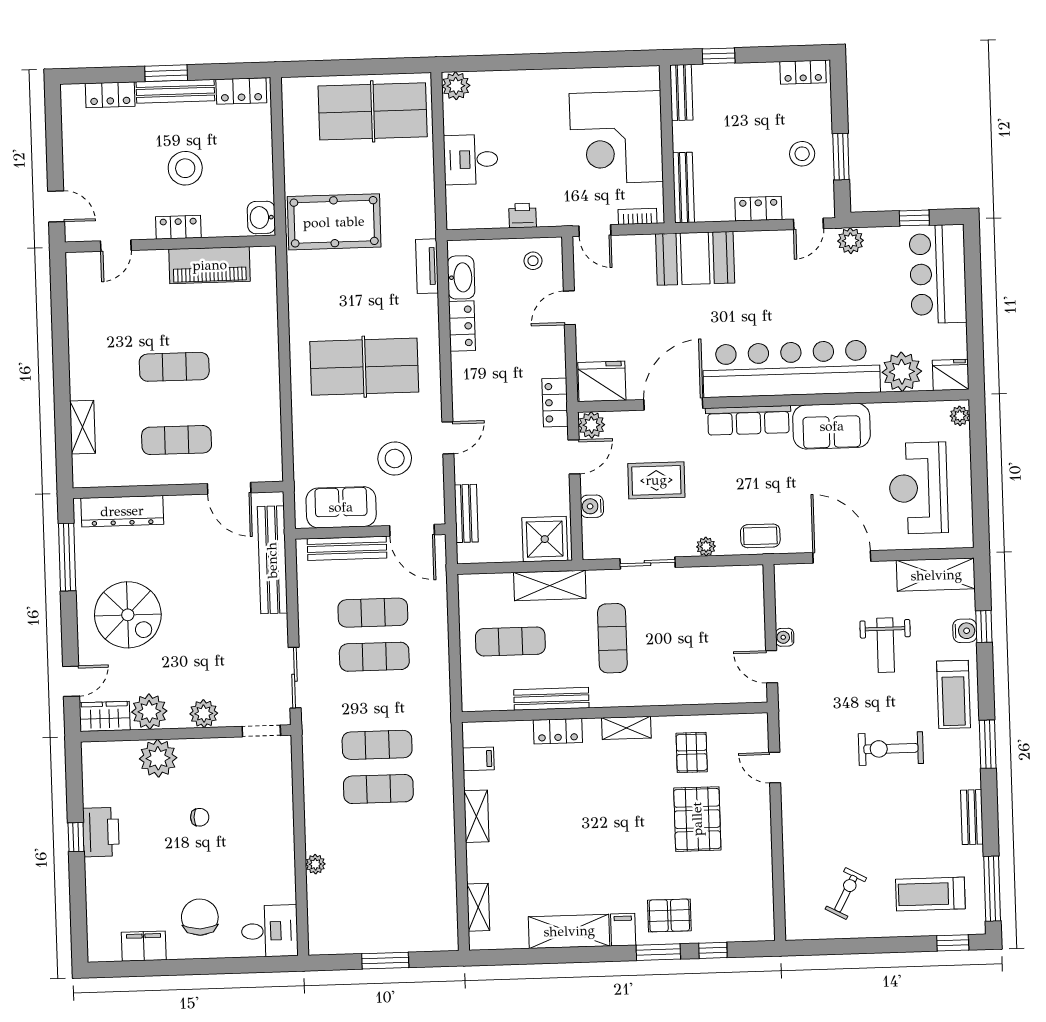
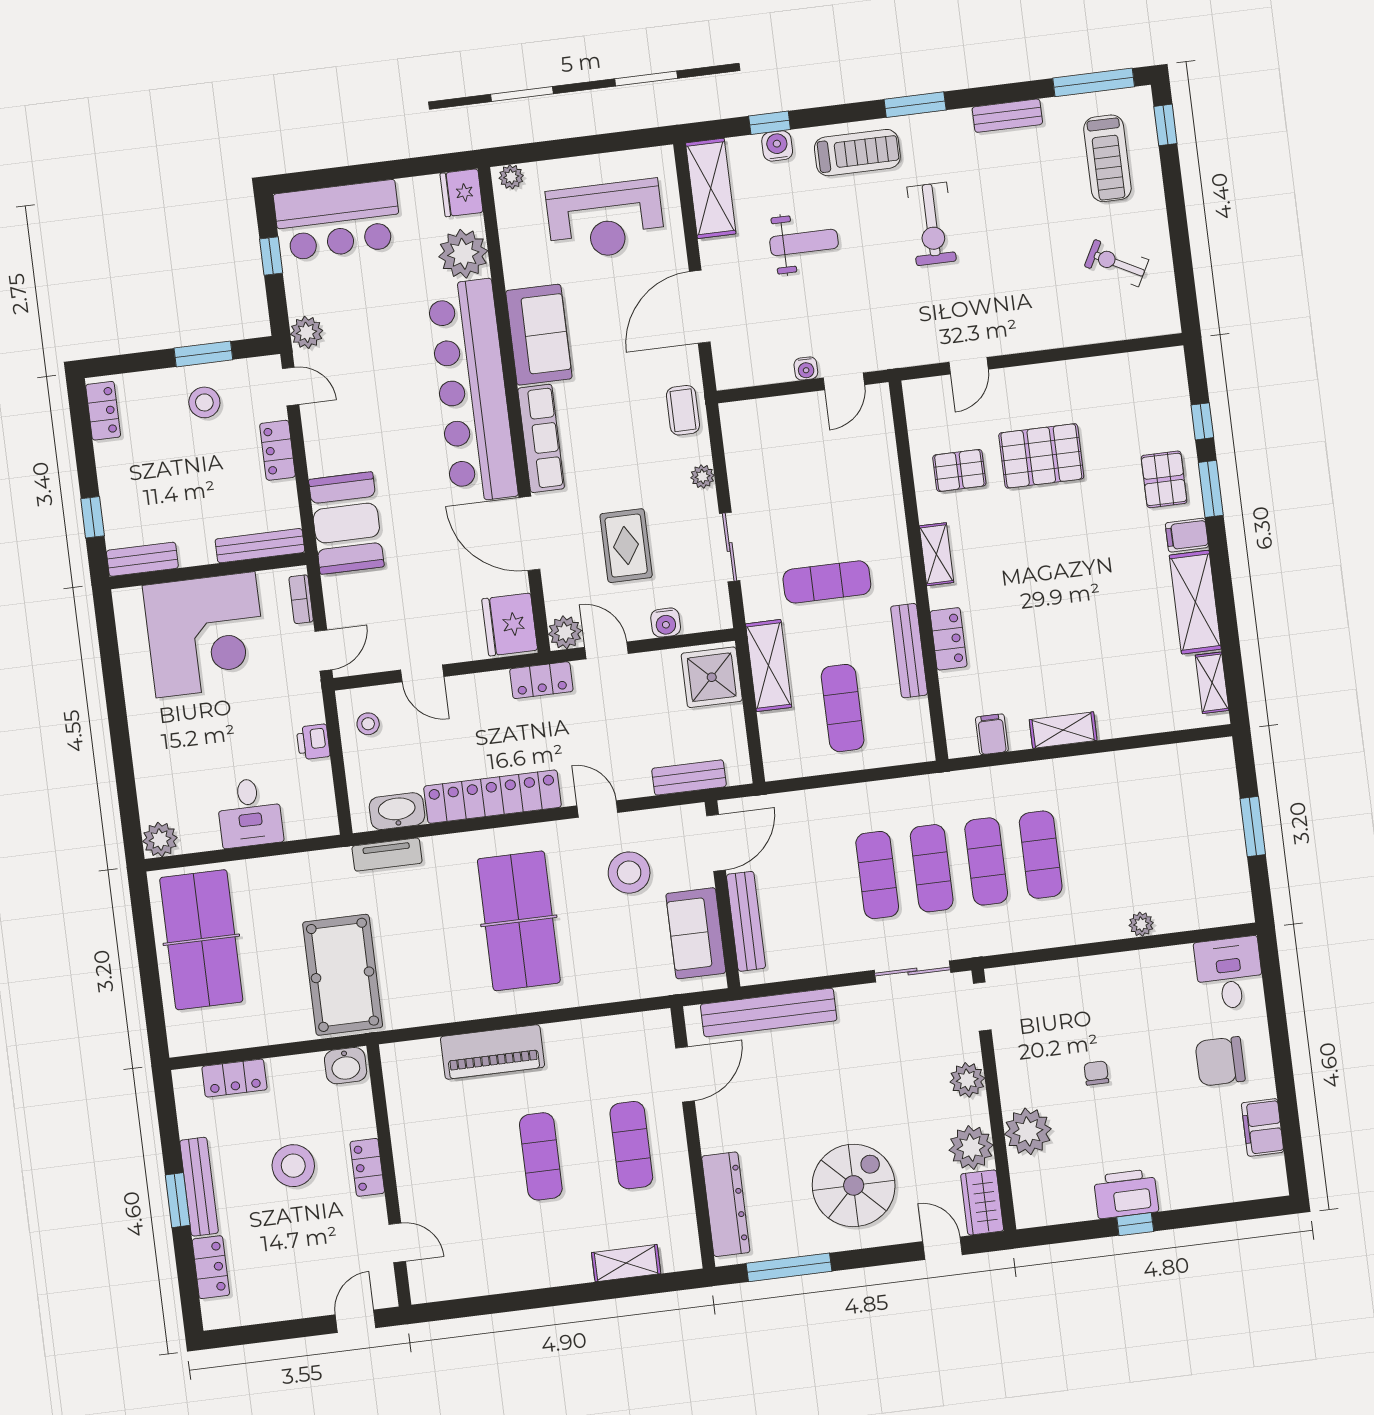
locker: (241, 91) -> (234, 1078), moved, turned 90
piano: (210, 265) -> (492, 1052), moved, turned 90
locker: (462, 326) -> (492, 797), width x2.16, depth x1.21
exercise mat: (373, 613) -> (932, 868), moved
shelving: (478, 907) -> (1212, 683), moved, turned 90

